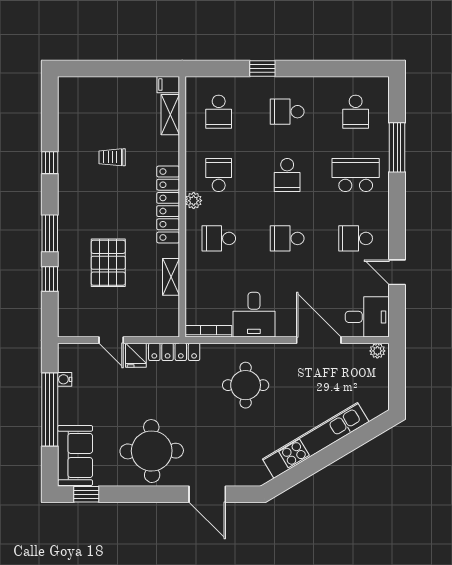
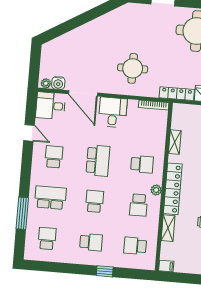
school desk: (219, 112) -> (135, 246), turned -90
shelving: (170, 115) -> (168, 228), moved
school desk: (356, 175) -> (50, 198), turned 180
school desk: (287, 238) -> (98, 161), width x1.85
school desk: (356, 238) -> (54, 157), turned -90
desk: (254, 315) -> (113, 112), moved
water cooler: (358, 353) -> (58, 83), added
kitchen unit: (316, 440) -> (90, 29), removed

